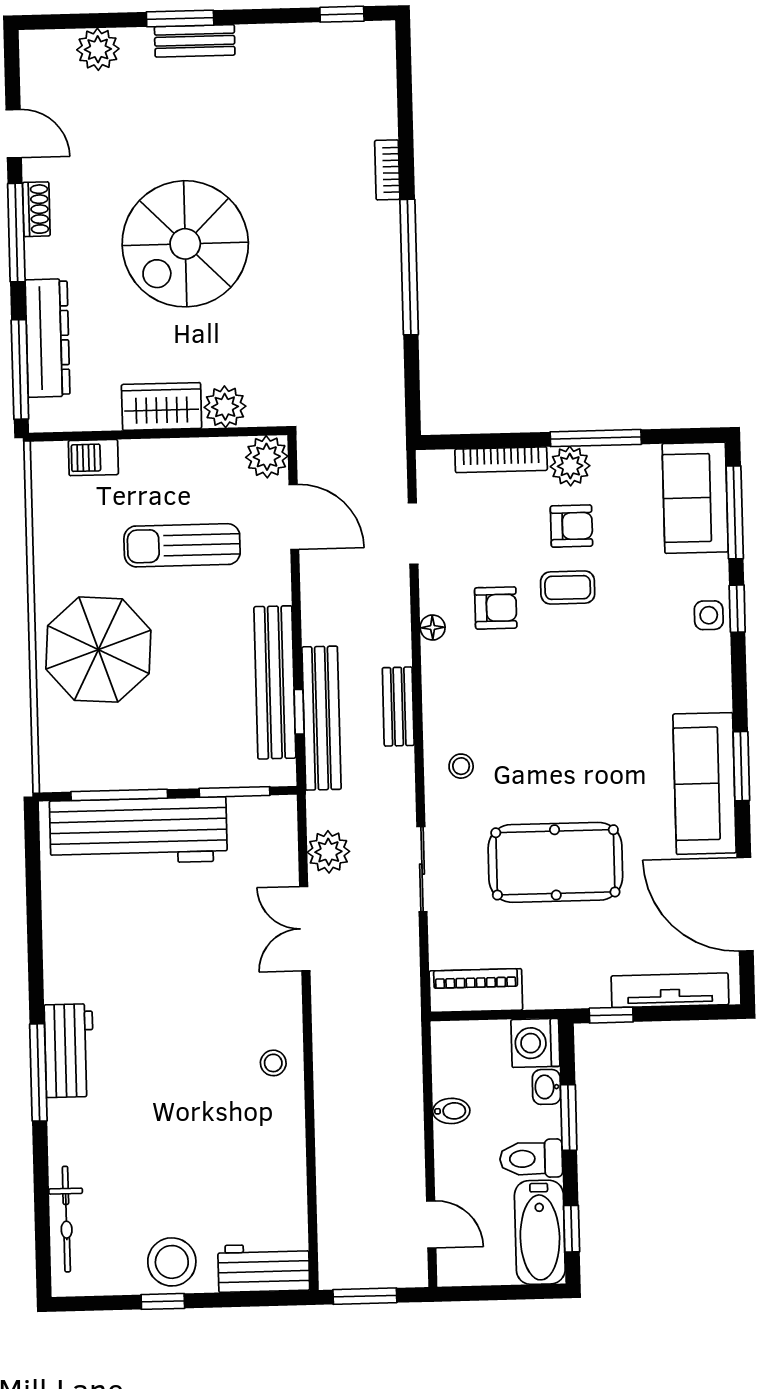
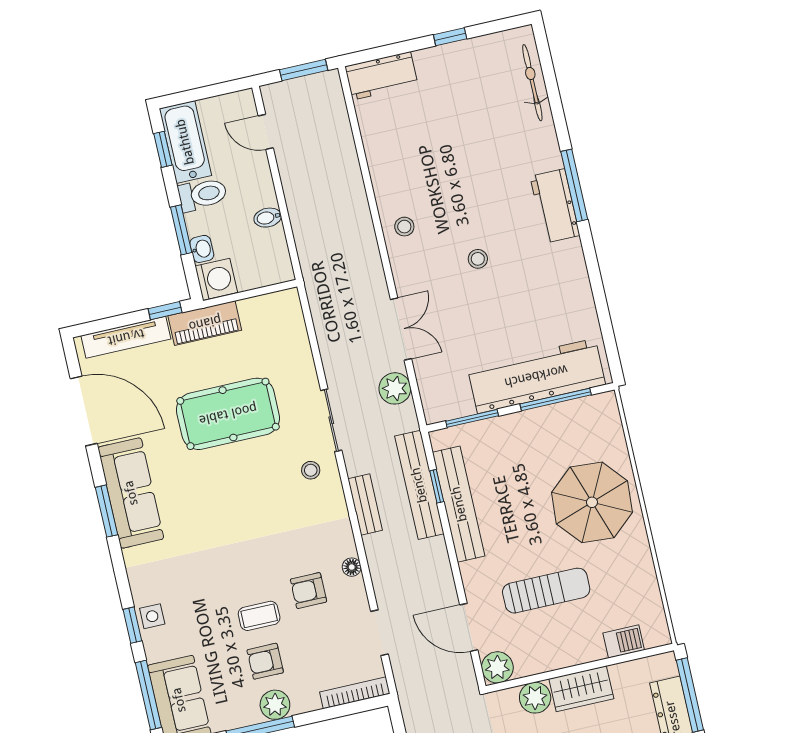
bookcase: (501, 460) -> (355, 693), moved
sliding door: (422, 869) -> (331, 420), moved
piano: (476, 990) -> (205, 323), moved
stool: (172, 1262) -> (478, 259), moved, width x0.53, depth x0.53

